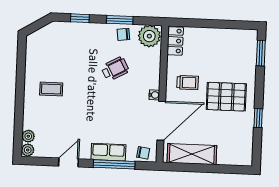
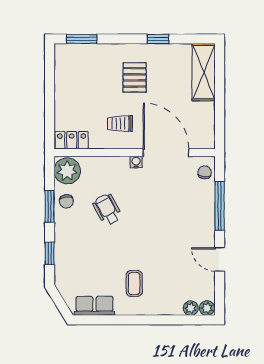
trolley: (188, 83) -> (120, 124), turned -90
pallet: (226, 97) -> (135, 77), width x0.67, depth x0.71
row of seats: (108, 152) -> (94, 306), moved, turned 90
shelving: (192, 154) -> (204, 72), moved

